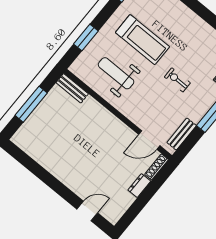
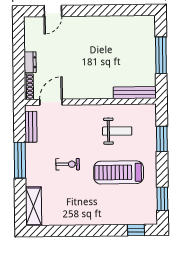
weight bench: (116, 73) -> (117, 131), width x0.73, depth x0.75
bench: (72, 88) -> (135, 93), width x1.36

